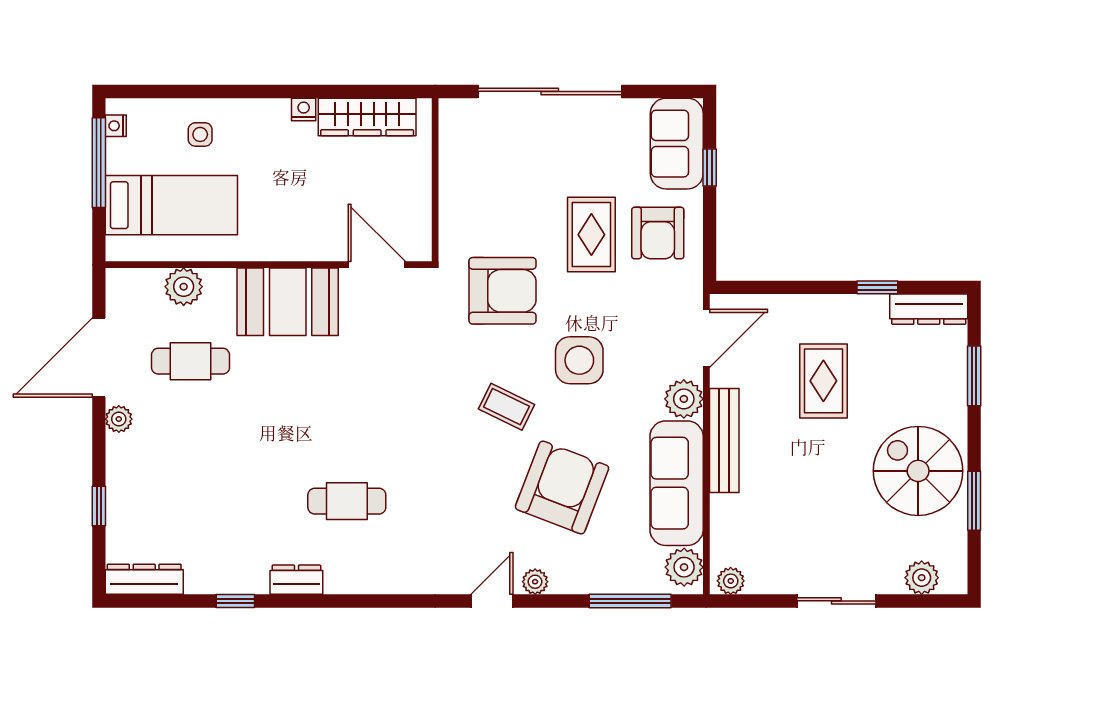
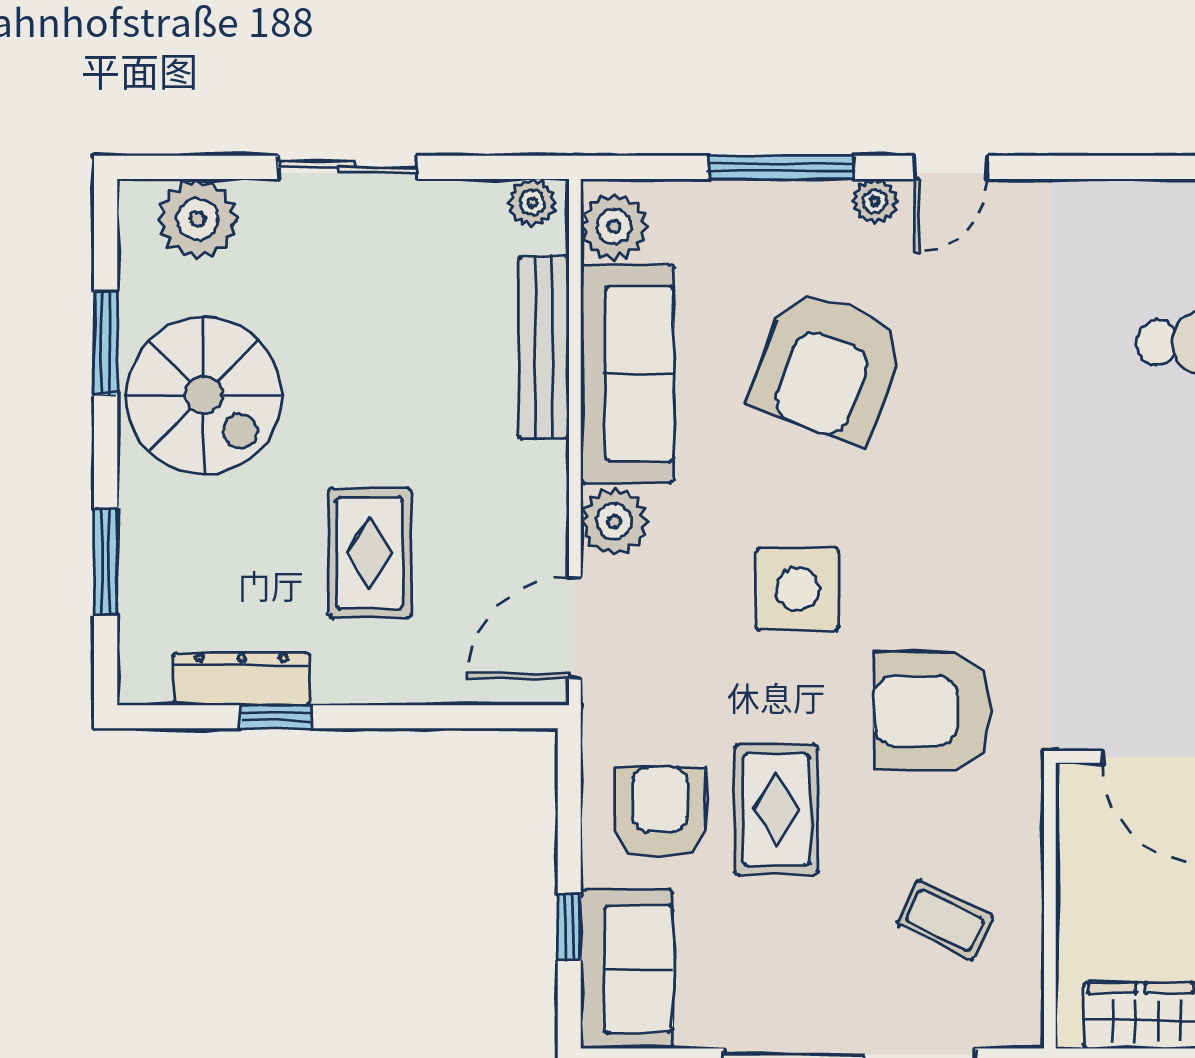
dresser: (929, 309) -> (241, 679), moved
coffee table: (506, 407) -> (945, 920), moved
bench: (724, 440) -> (544, 347), moved
plant: (922, 578) -> (198, 219), width x1.36, depth x1.36
window: (630, 601) -> (781, 167), moved

